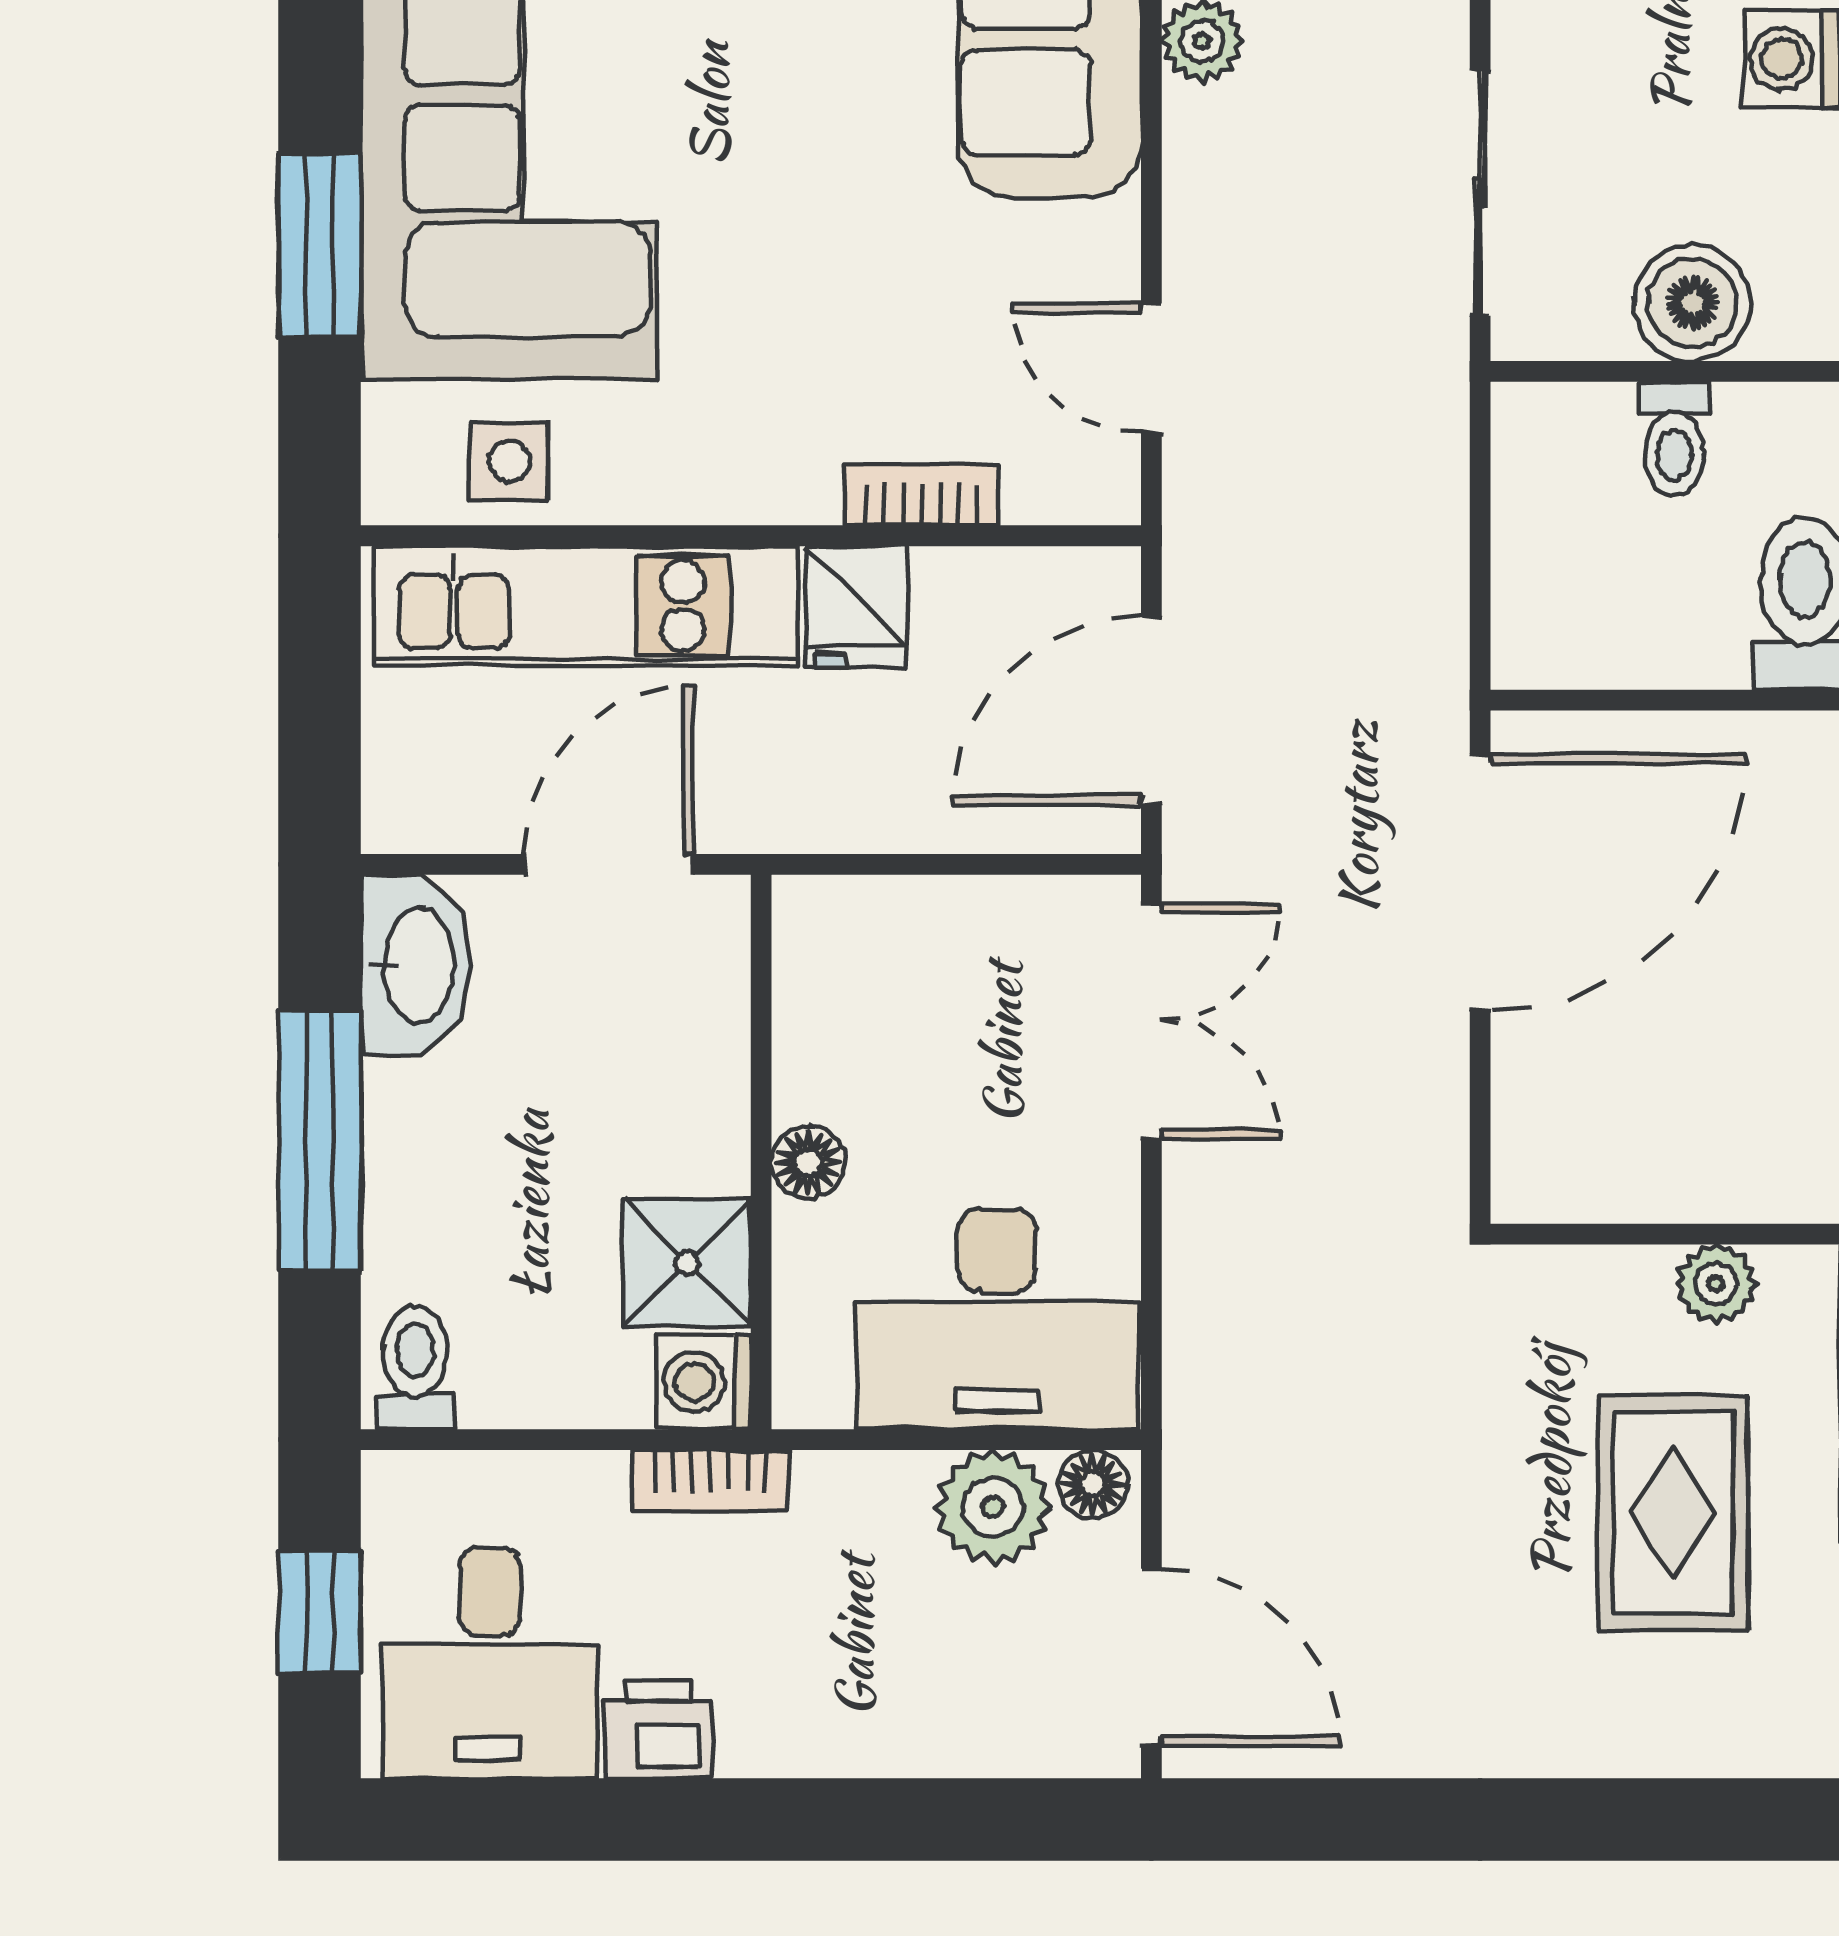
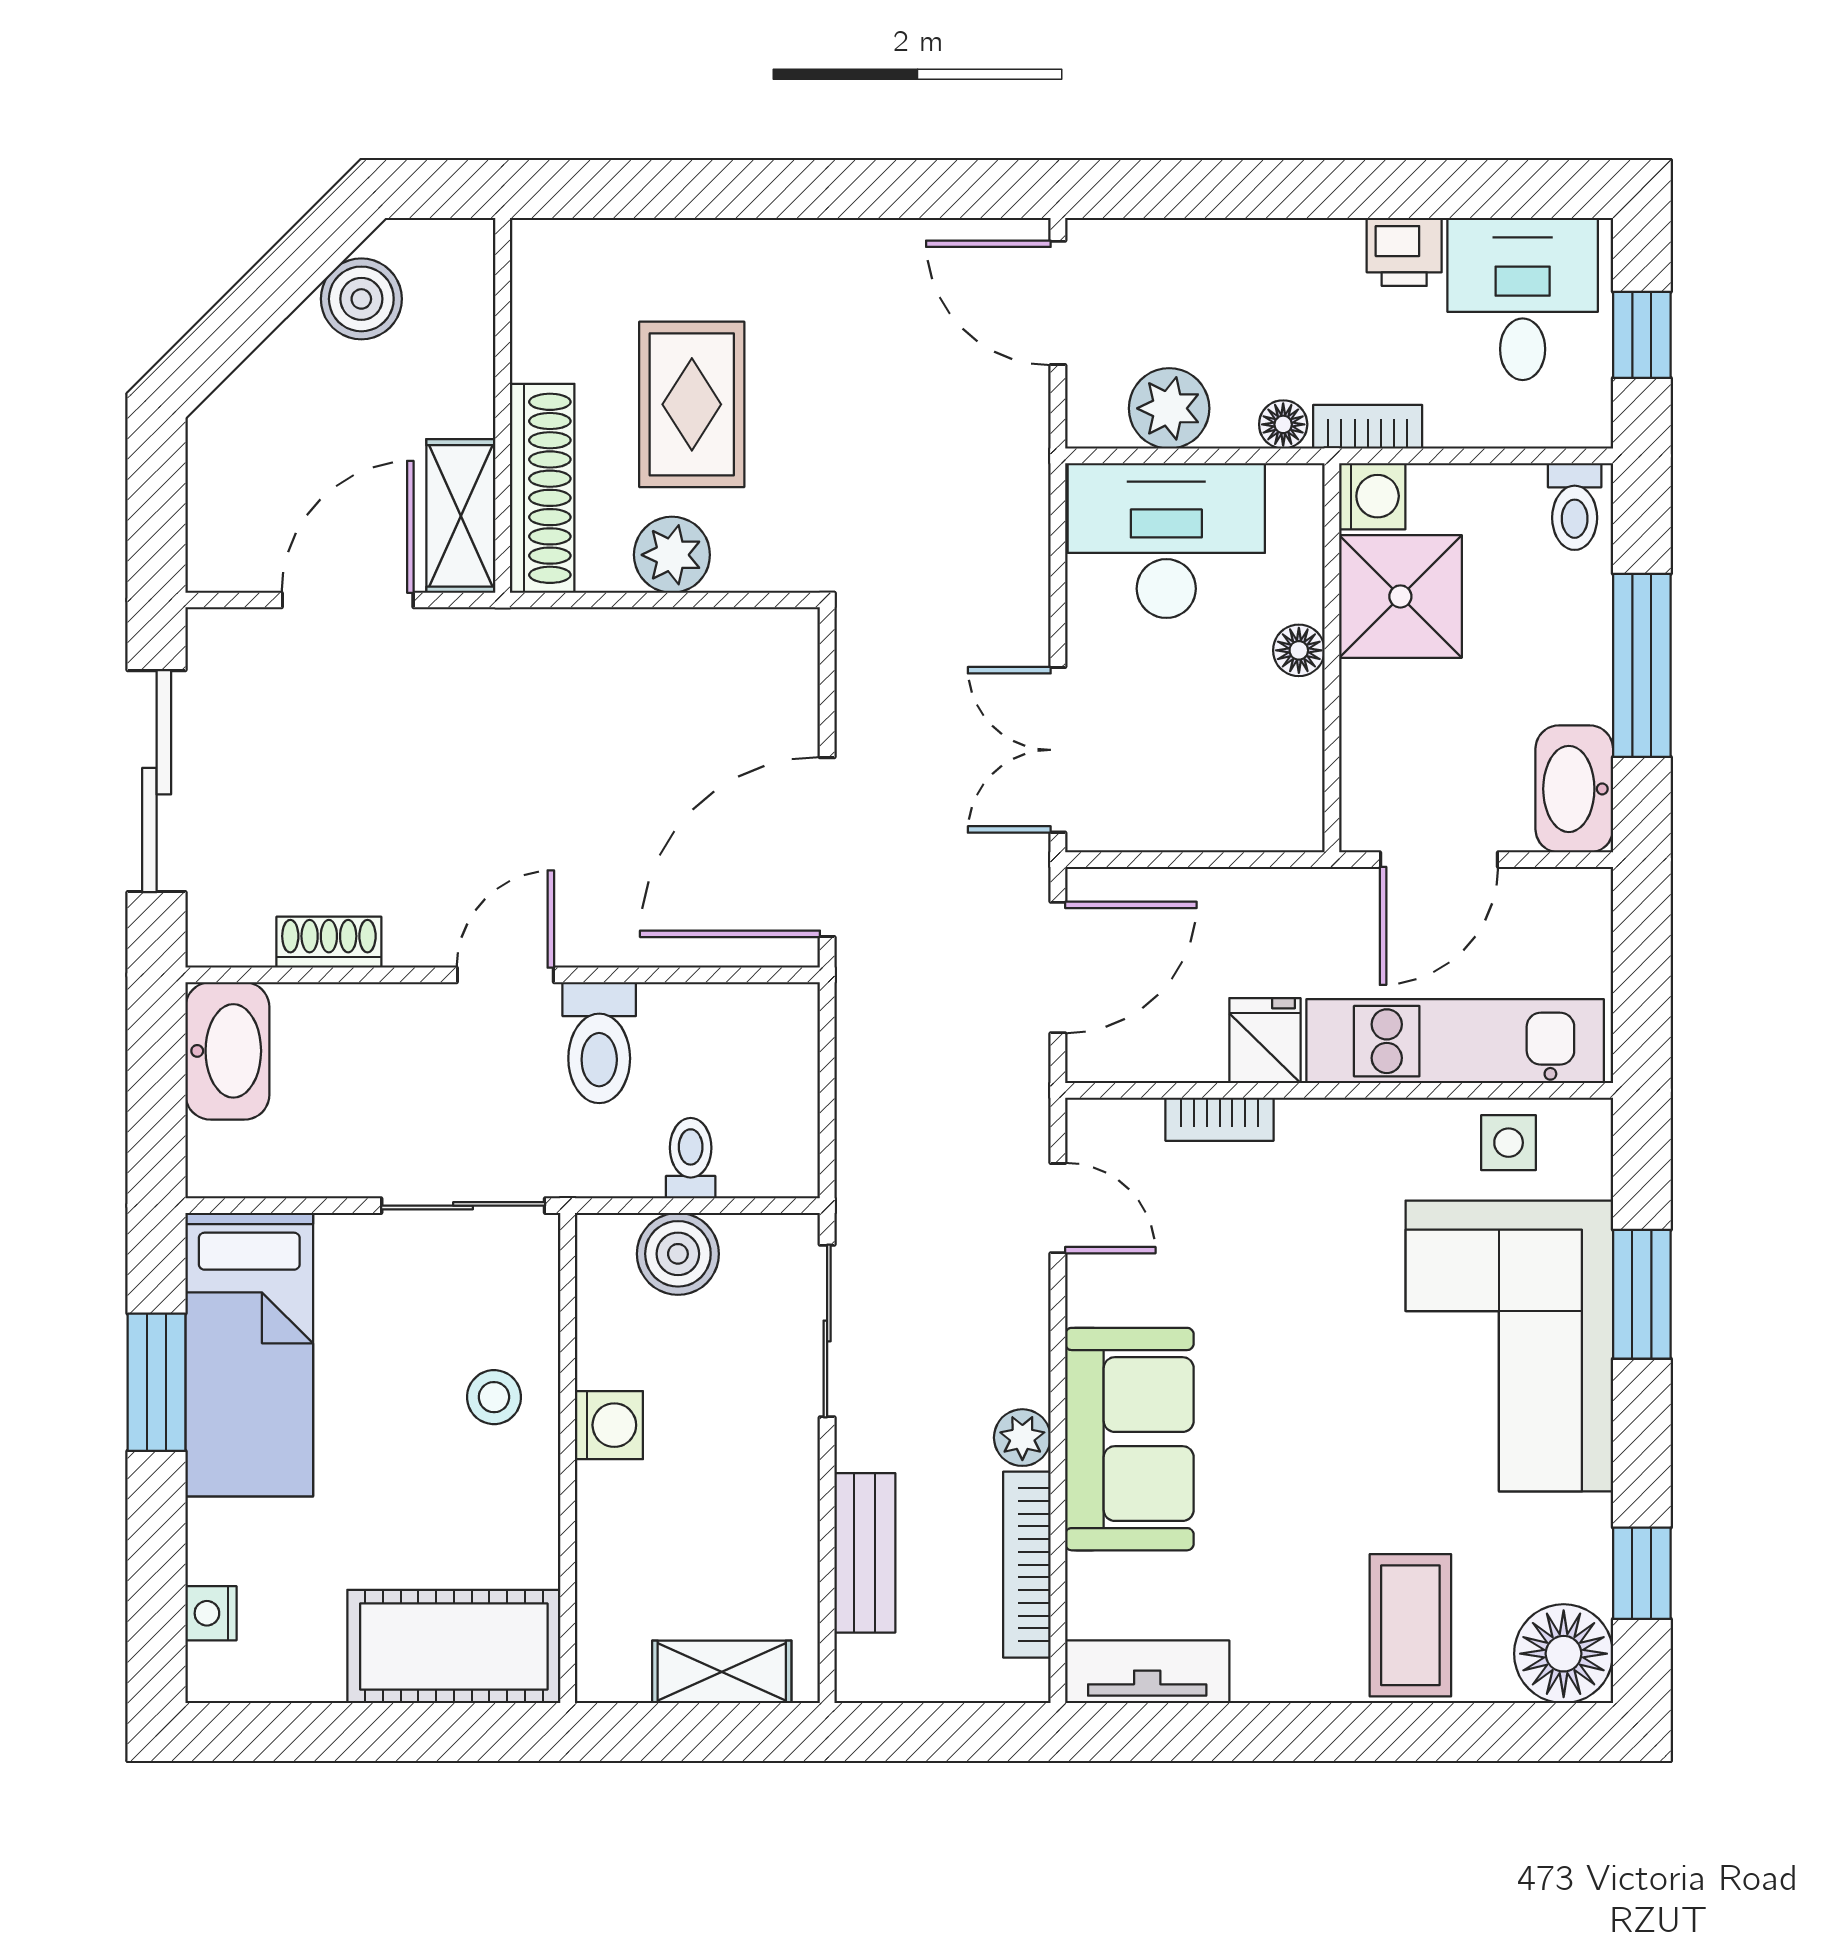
shower: (687, 1262) -> (1400, 596), width x1.36, depth x1.36
plant: (1716, 1284) -> (672, 555), width x1.38, depth x1.38
floor lamp: (1093, 1484) -> (1283, 424), moved

